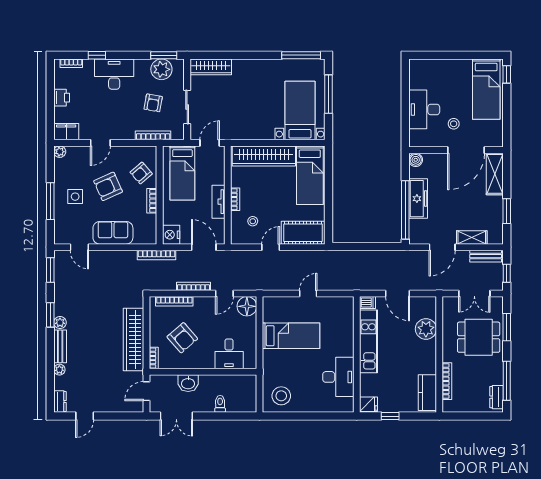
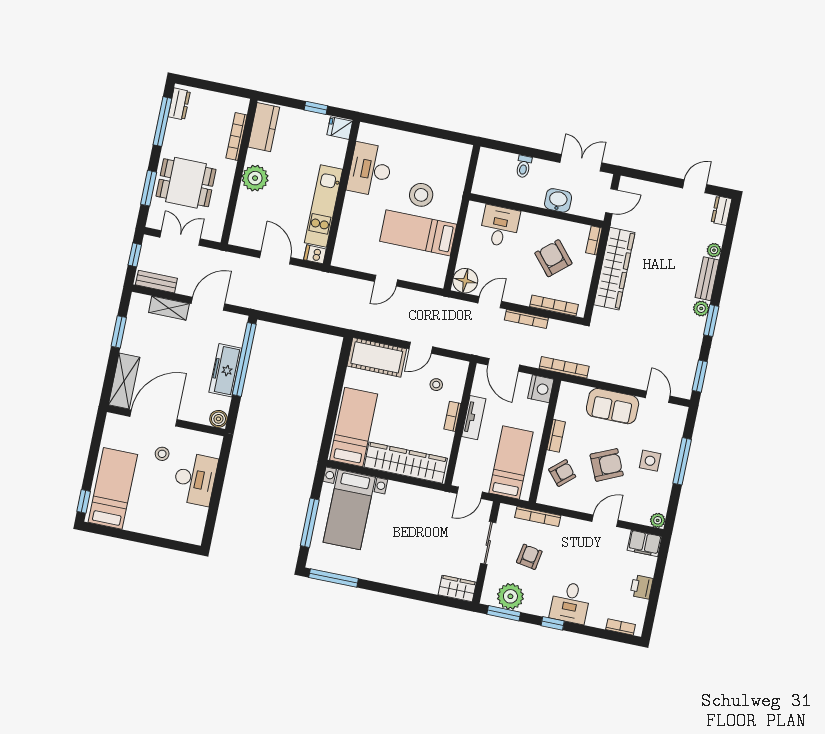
window: (97, 55) -> (553, 623), moved
wardrobe: (211, 67) -> (457, 589), width x0.67
desk: (114, 74) -> (570, 603), width x0.73
plant: (426, 329) -> (255, 178), moved
stool: (281, 396) -> (421, 195), moved

